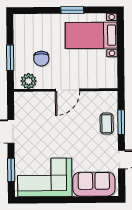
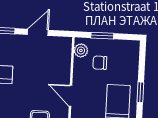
door: (67, 90) -> (71, 96), moved

